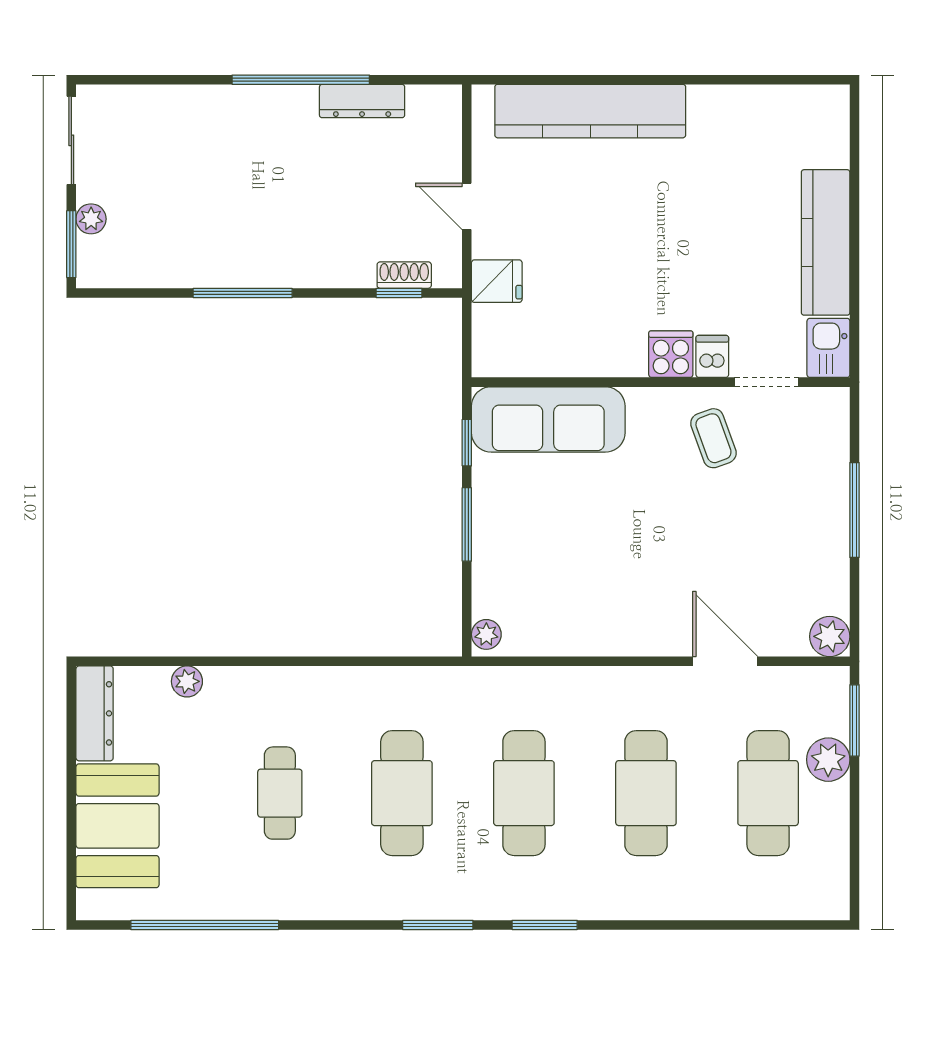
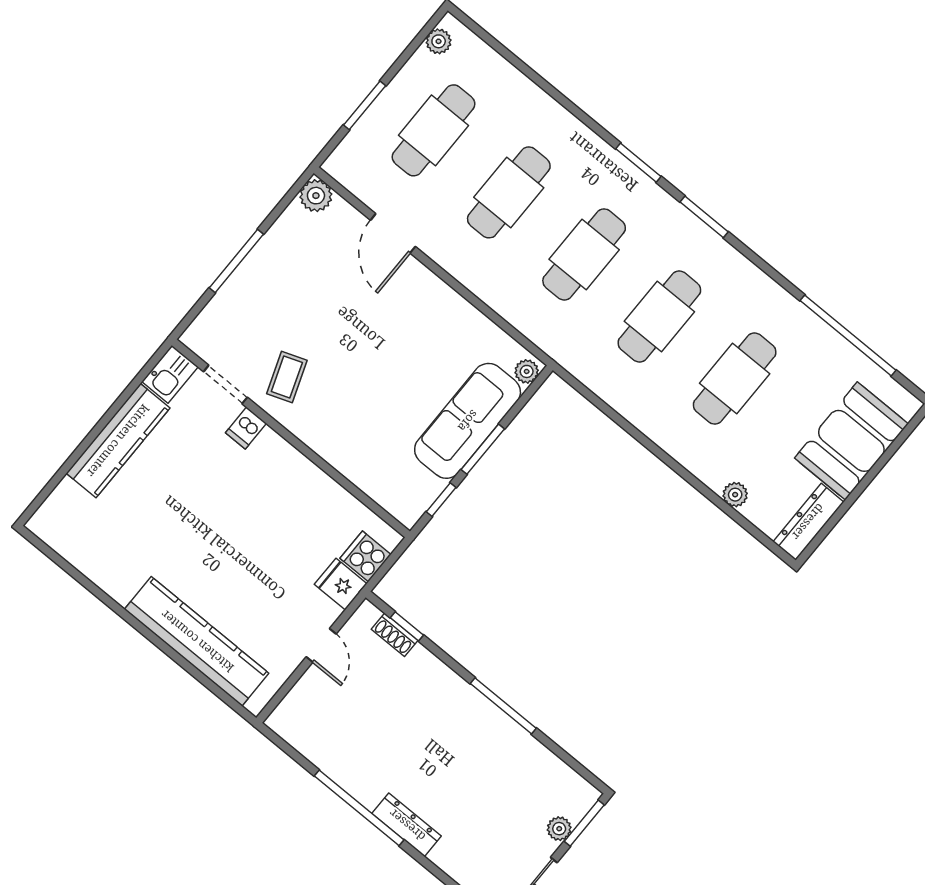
dresser: (362, 101) -> (407, 825), moved
cooker: (671, 354) -> (365, 556), moved, turned 90
sofa: (548, 419) -> (468, 421), moved, turned -90
window: (855, 720) -> (365, 105), moved
plant: (828, 760) -> (439, 41), moved, width x0.73, depth x0.73
cafe table: (280, 793) -> (735, 379), width x1.37, depth x1.35

